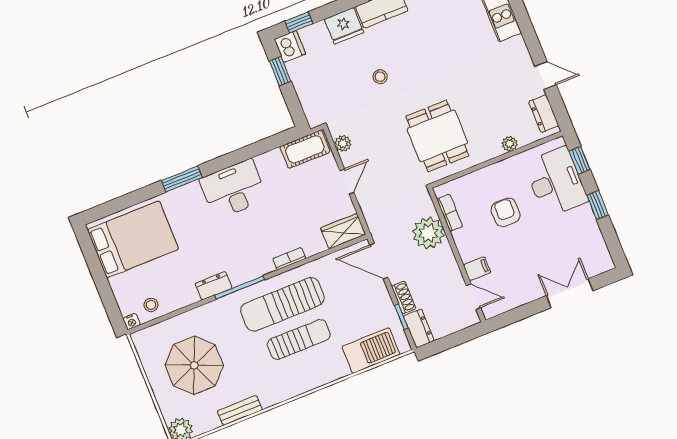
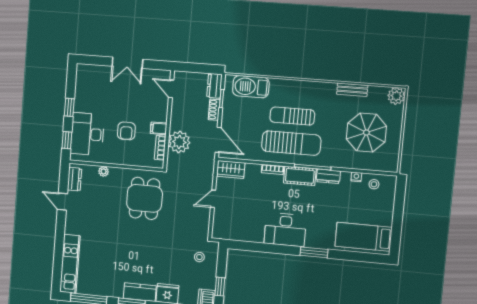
stool: (380, 77) -> (199, 257), moved
plant: (343, 143) -> (204, 223), removed
cot: (305, 149) -> (300, 176), moved
bed: (133, 239) -> (363, 237), width x0.67
filing cabinet: (477, 269) -> (159, 128), moved
double door: (570, 293) -> (127, 63), moved
nightstand: (132, 322) -> (356, 177), moved

